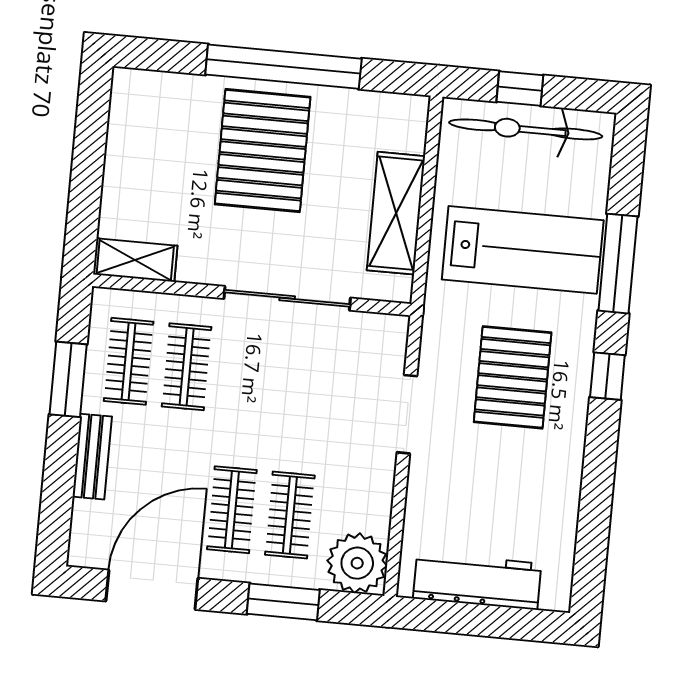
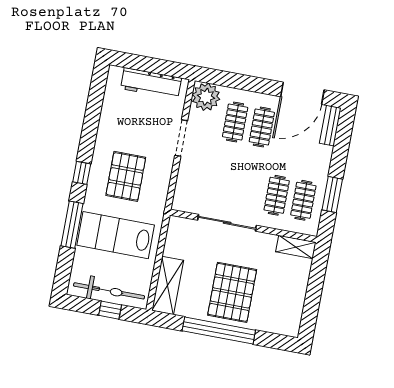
shelving: (396, 213) -> (168, 285), moved
doorway: (407, 414) -> (181, 138), moved
bench: (92, 457) -> (330, 126), moved
window: (283, 602) -> (242, 82), removed

